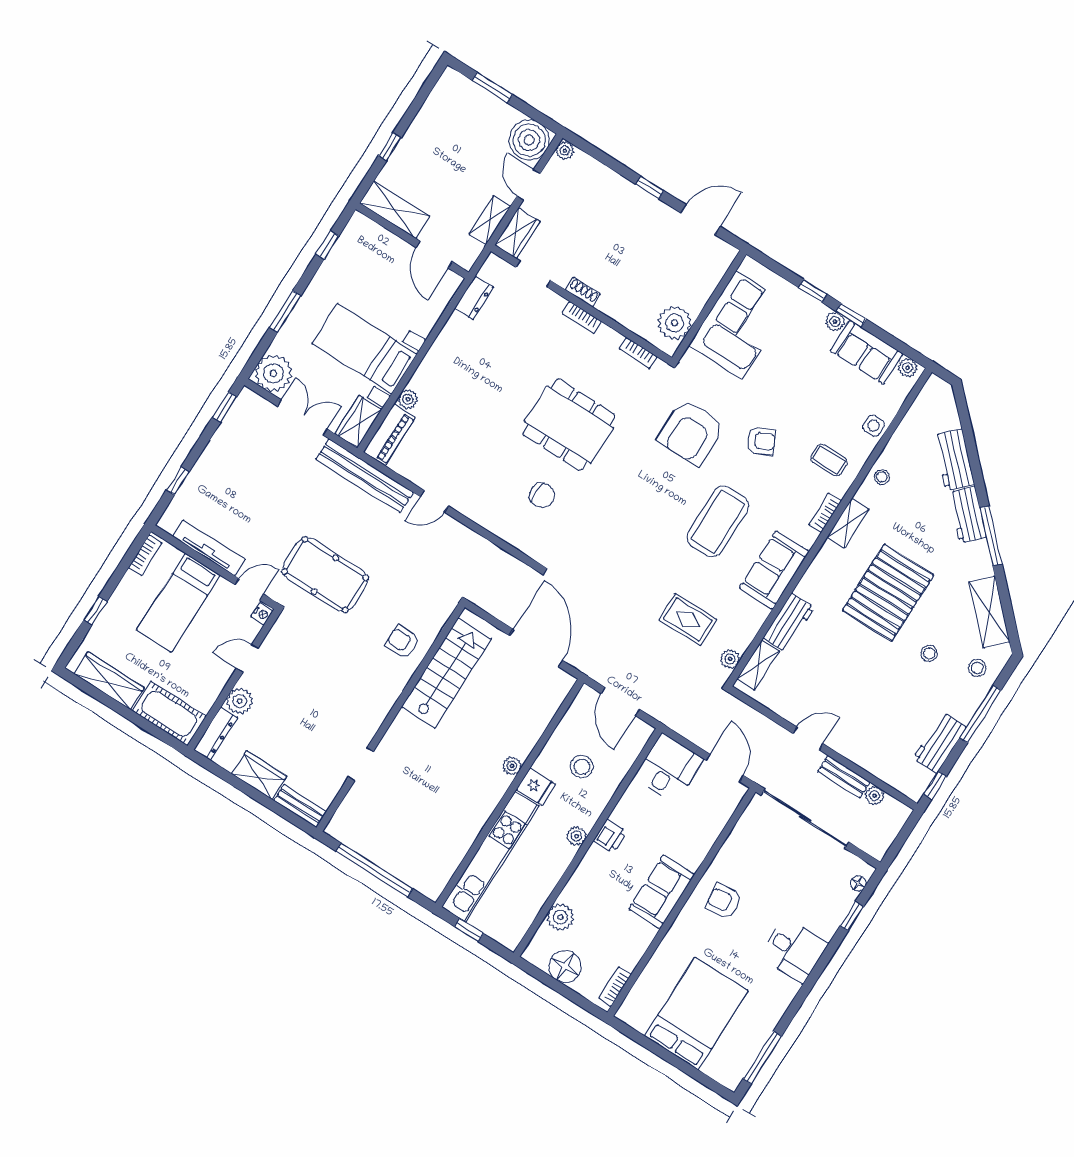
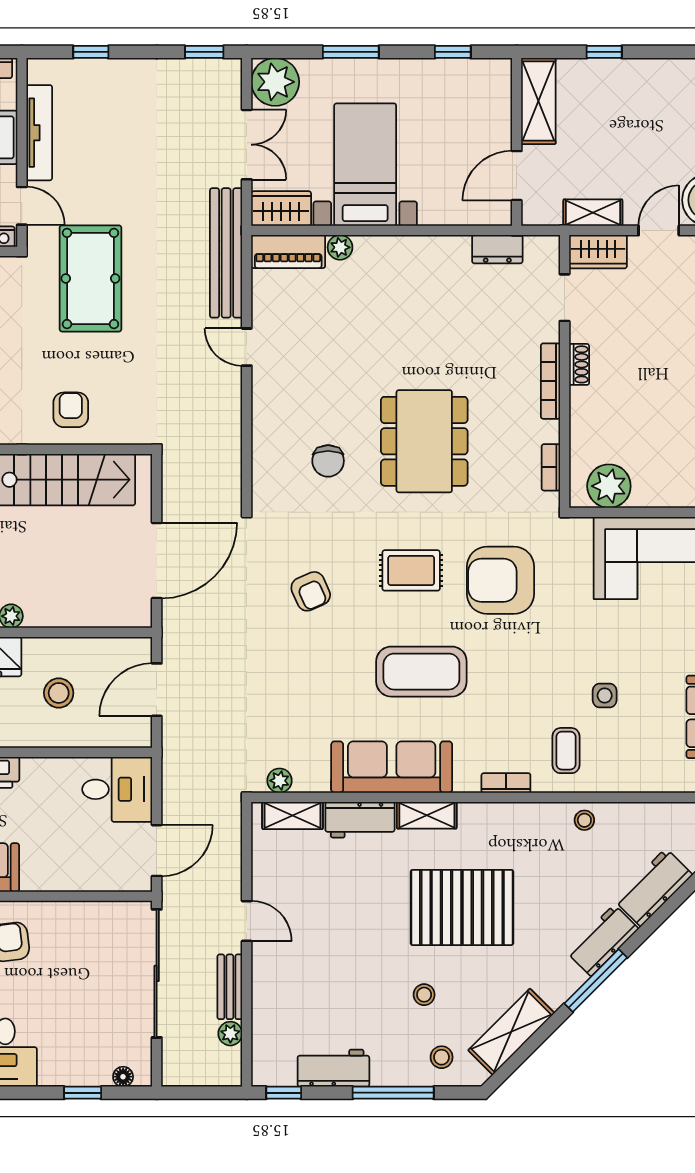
bookcase: (582, 318) -> (550, 381), width x1.56
side table: (874, 426) -> (605, 695), moved
armchair: (761, 441) -> (311, 591), moved
shelving: (848, 523) -> (427, 815), moved
sofa: (774, 570) -> (392, 767), width x1.36
rug: (688, 620) -> (411, 570), moved, turned 90

